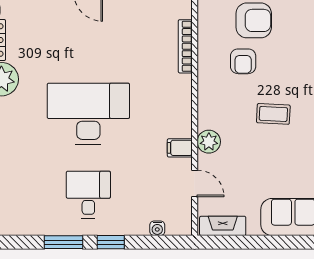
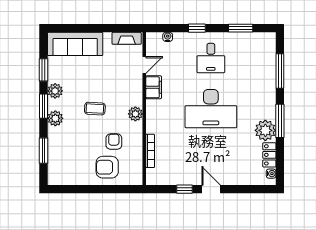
plant: (209, 142) -> (135, 114), moved
filing cabinet: (180, 148) -> (154, 87), width x2.00
door: (195, 183) -> (144, 65), swing flipped
window: (64, 242) -> (241, 28), moved

